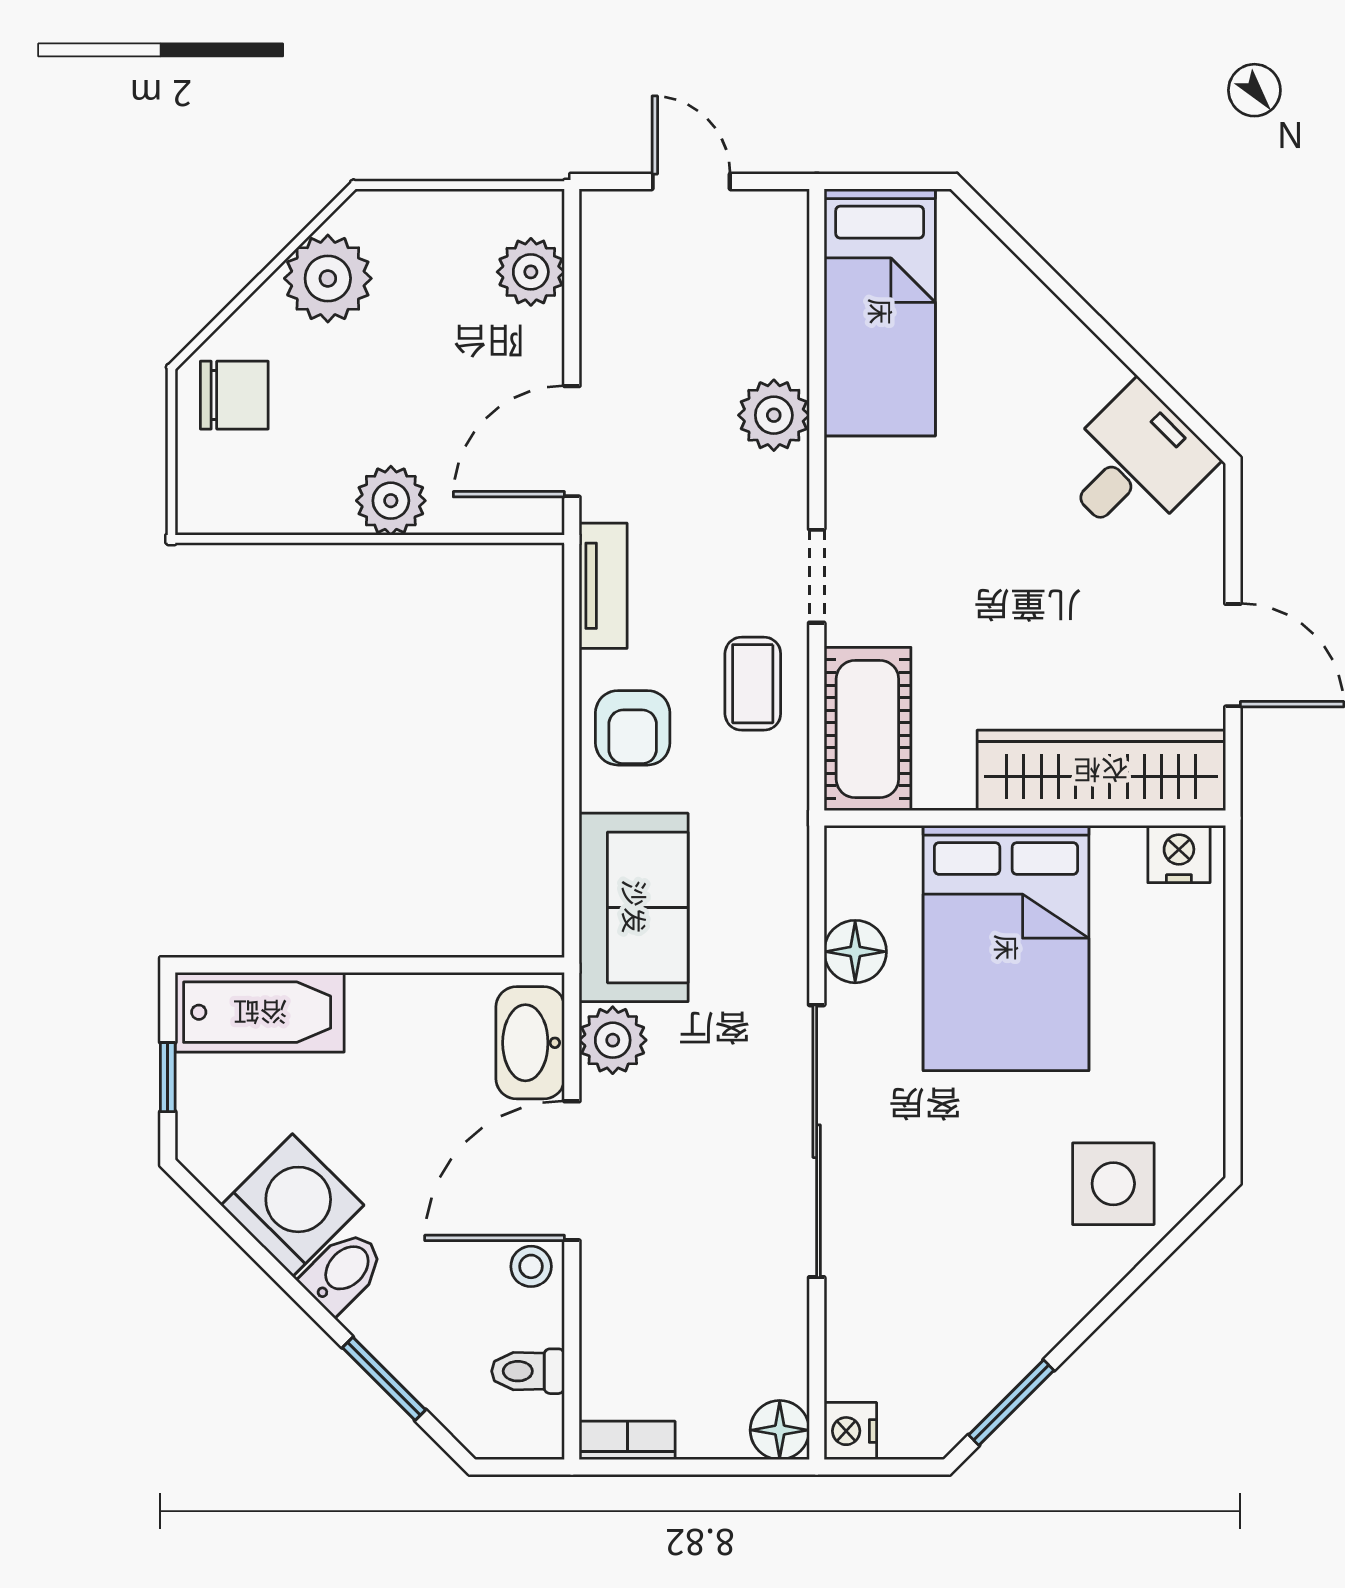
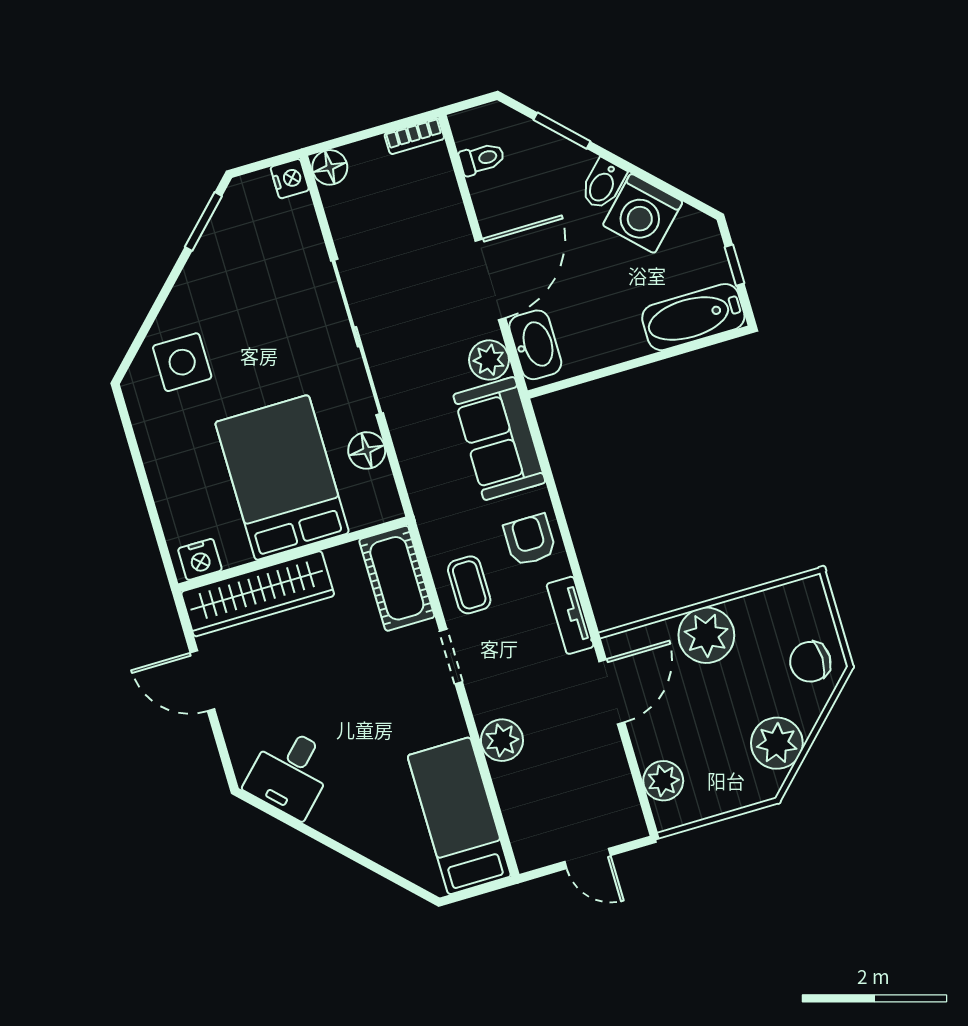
plant: (391, 501) -> (706, 635), width x1.36, depth x1.36
stool: (531, 1266) -> (498, 219), removed

